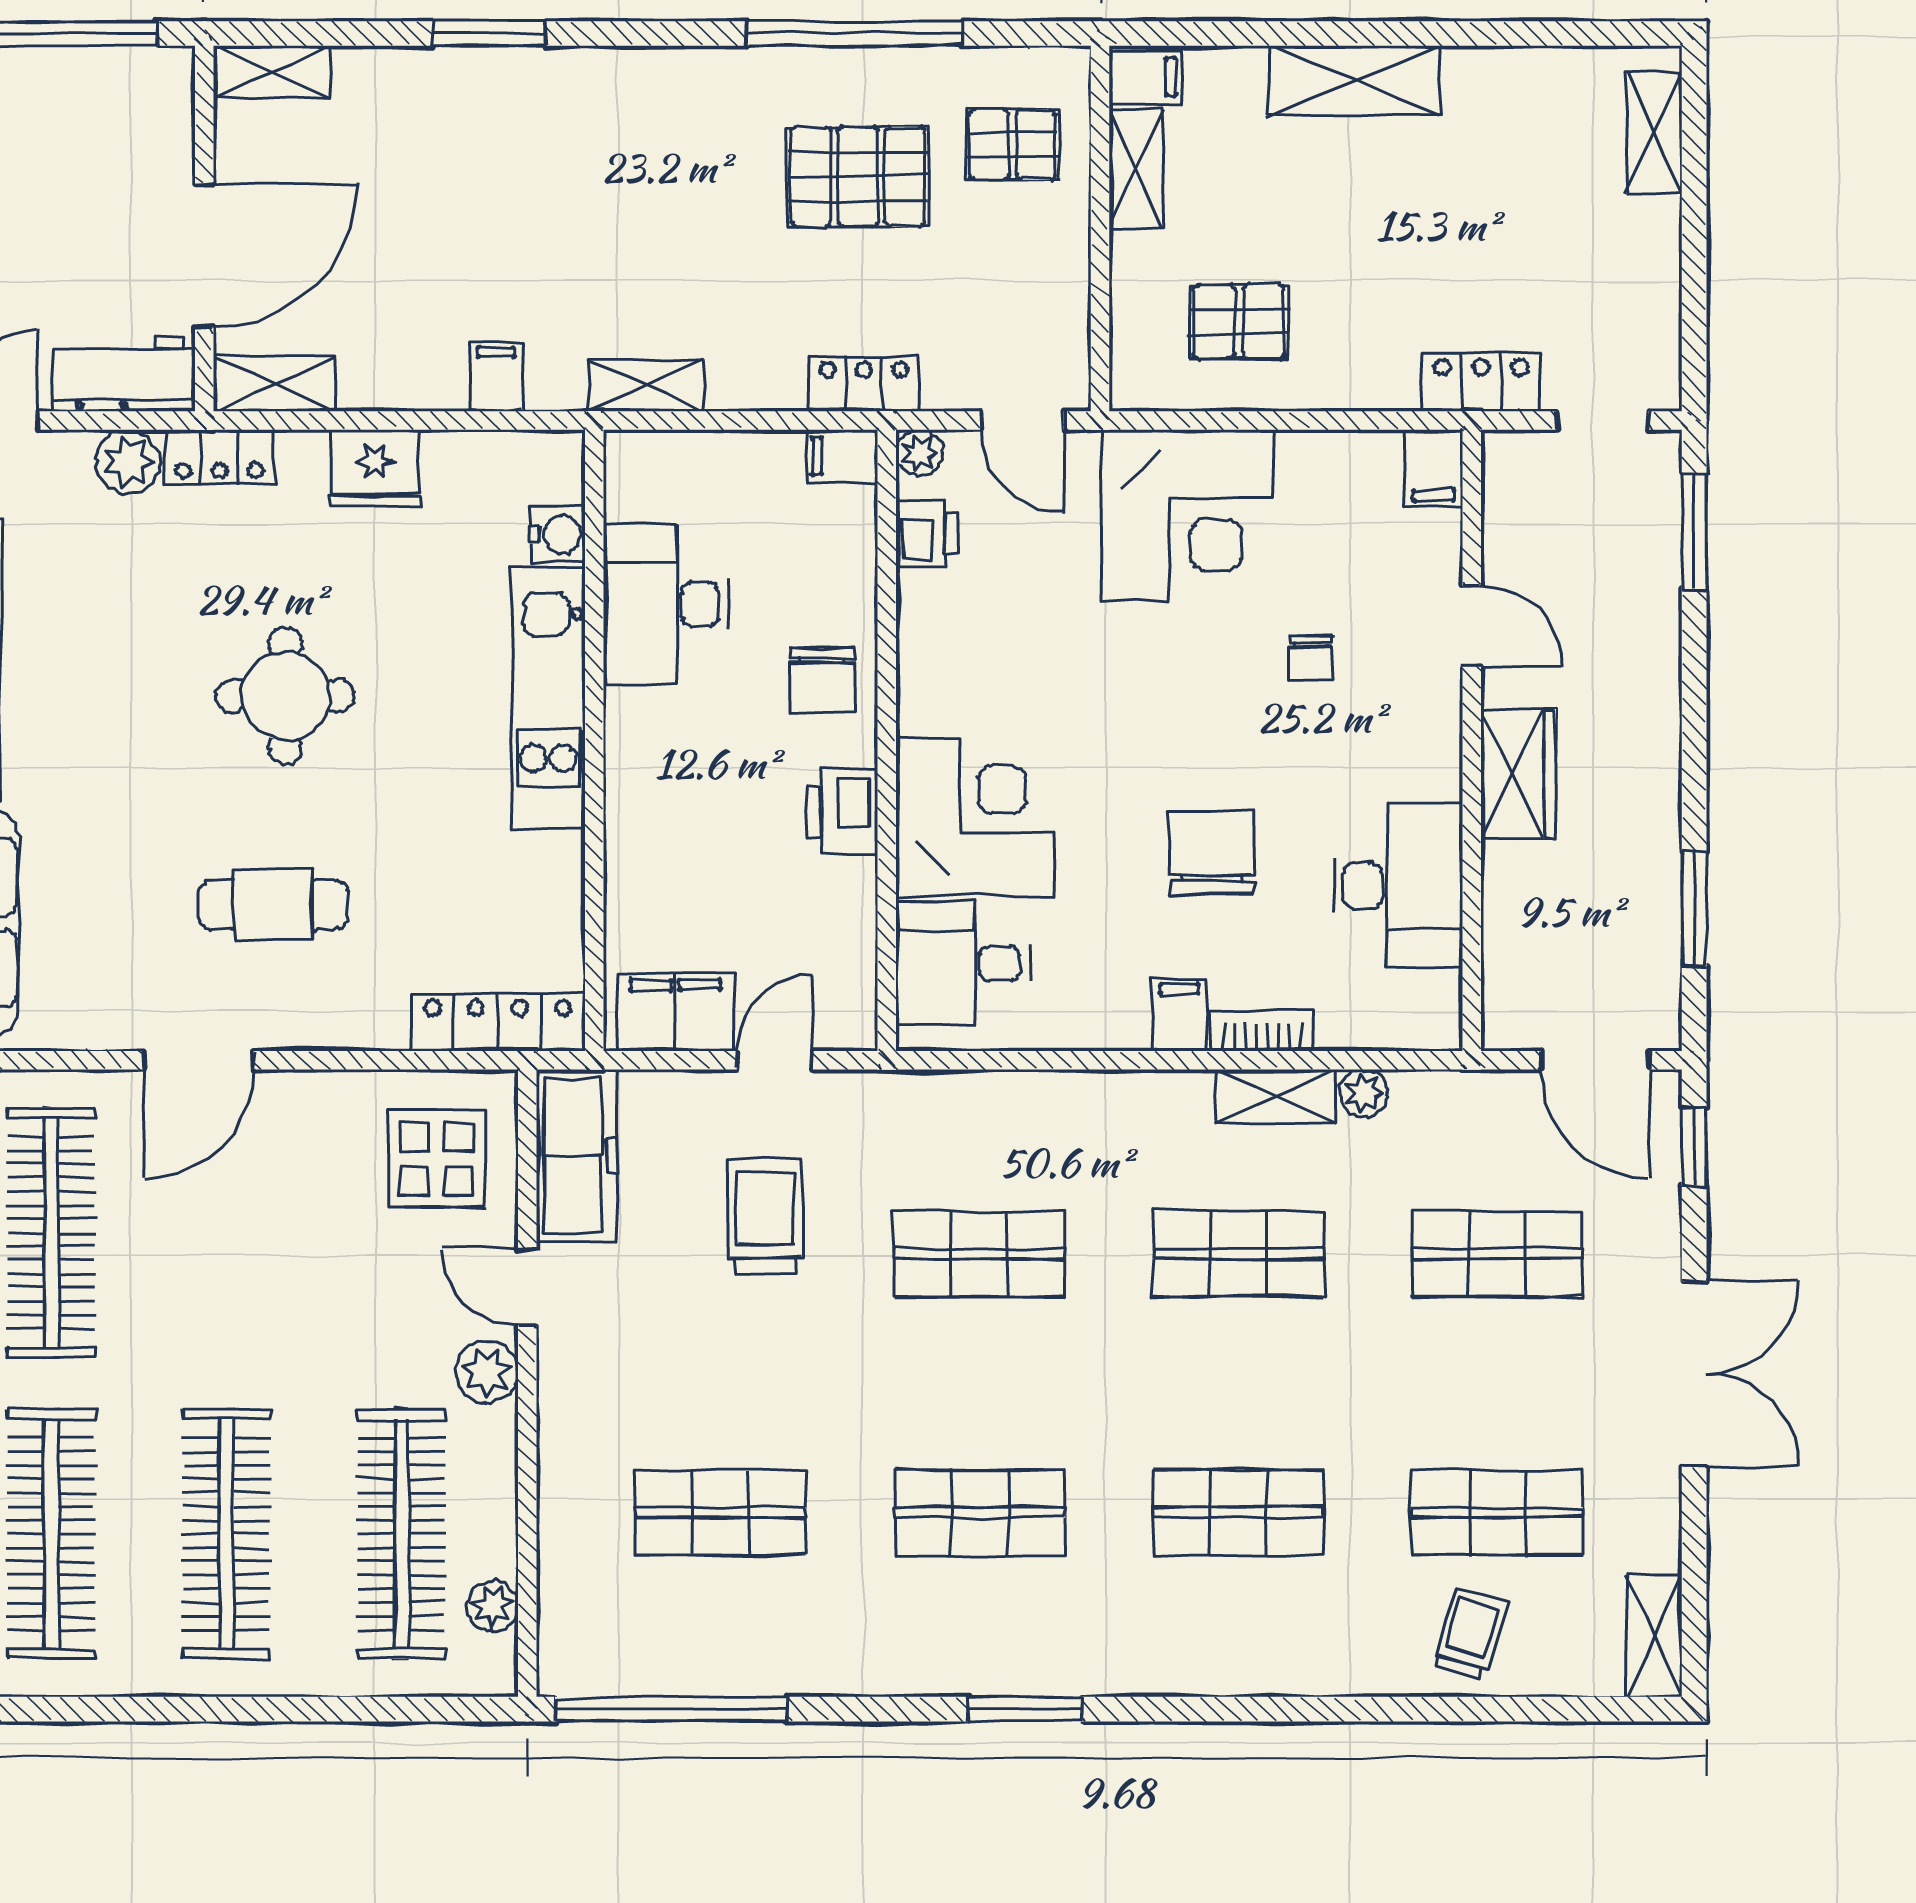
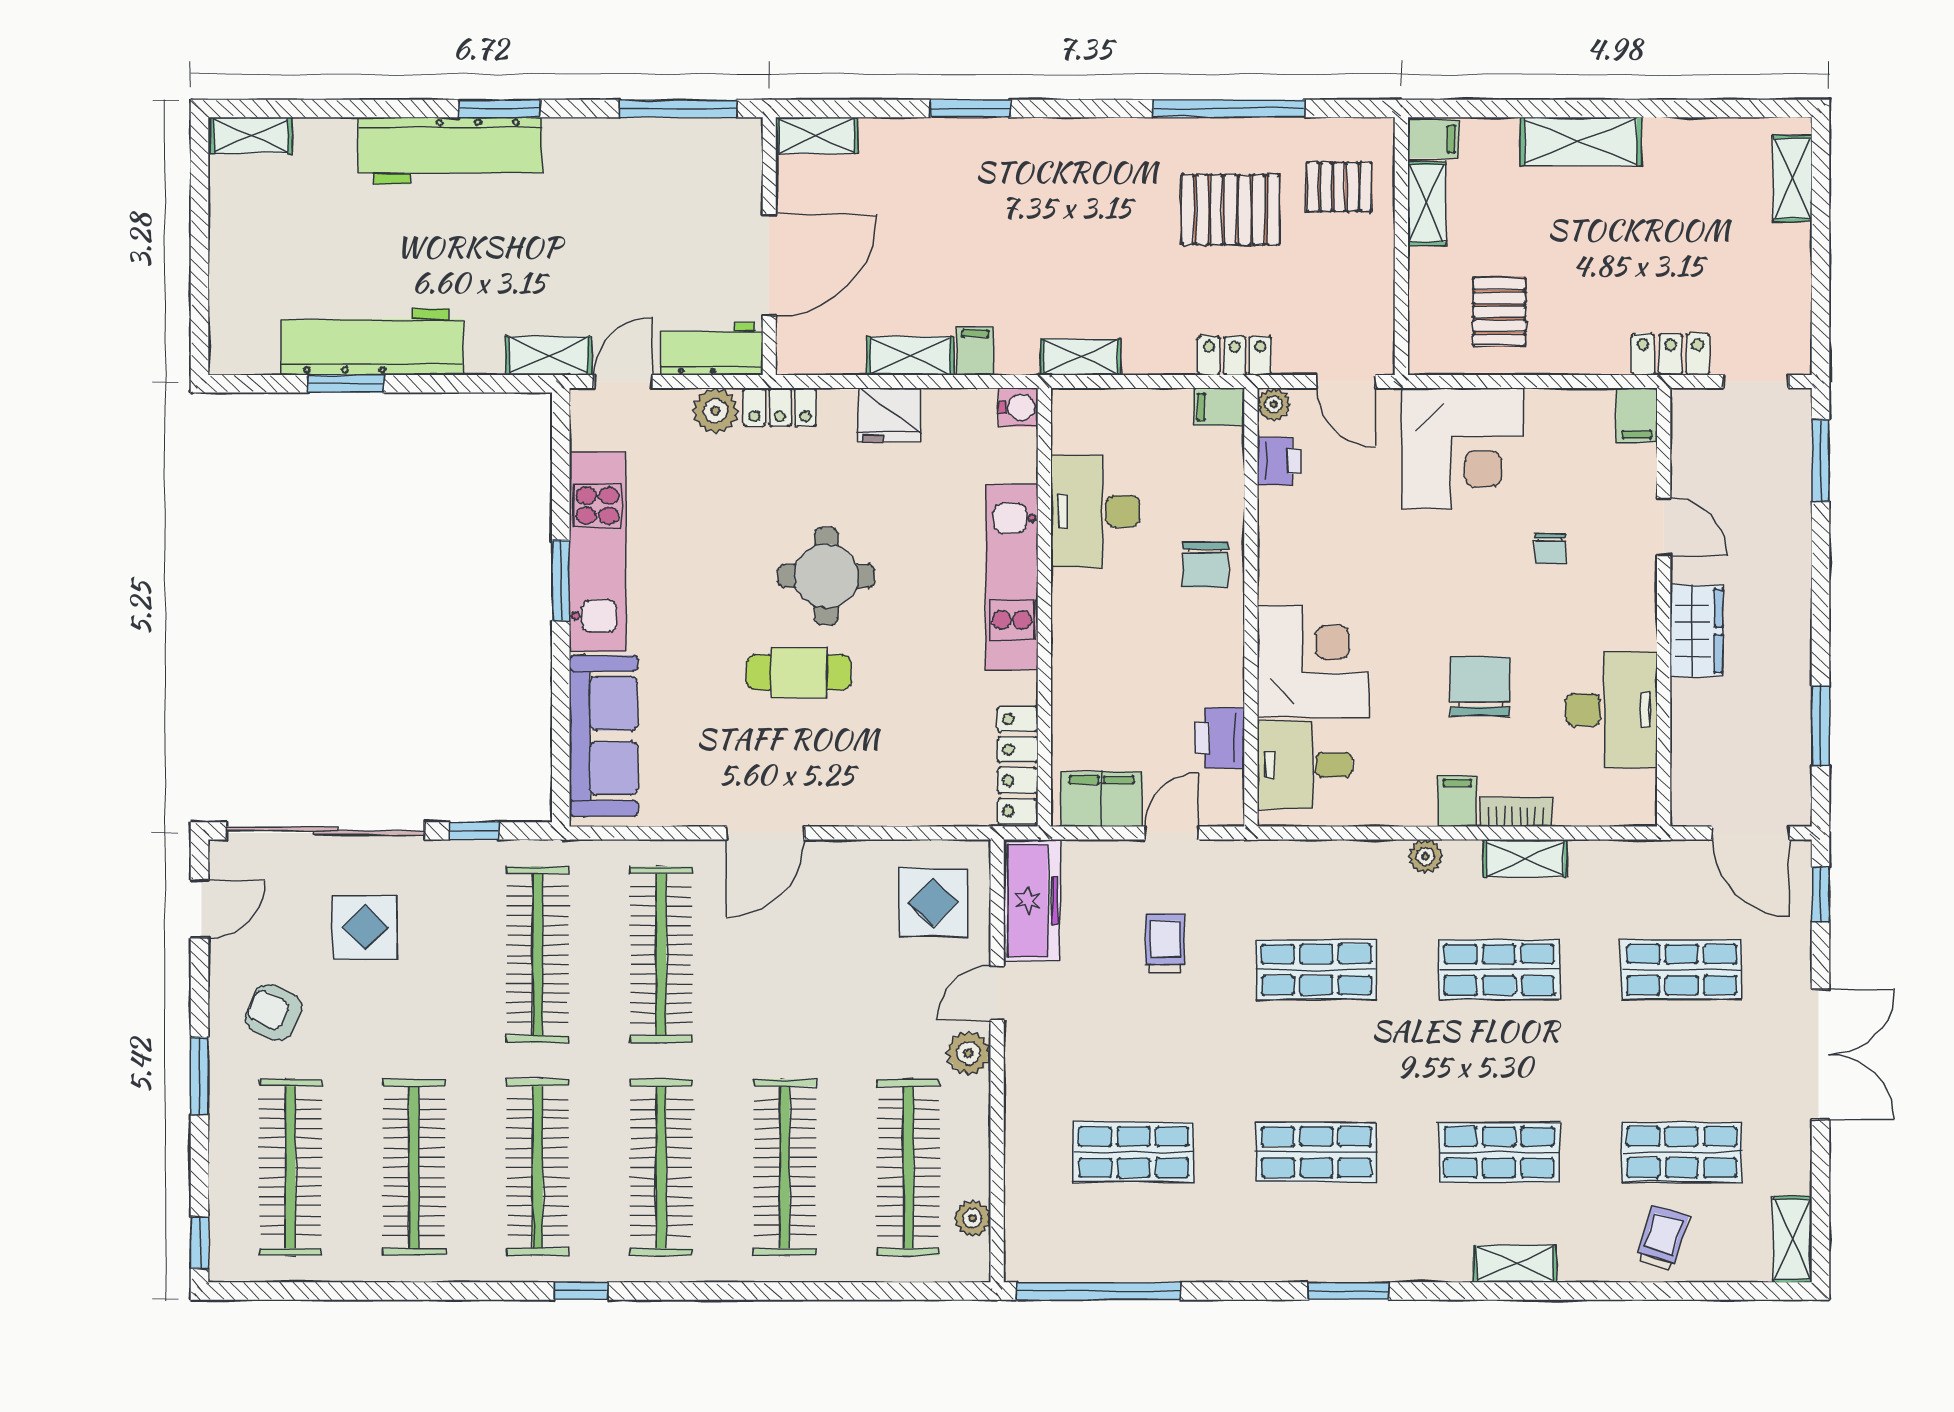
pallet: (1239, 321) -> (1499, 312), turned 90
shelving: (274, 384) -> (910, 356), moved
water cooler: (558, 534) -> (1019, 407), moved
printer: (842, 811) -> (1219, 738), moved
cafe table: (273, 905) -> (799, 672), moved
locker: (498, 1022) -> (1018, 765), moved, turned -90
plant: (1364, 1093) -> (1425, 856), moved
trolley: (765, 1216) -> (1165, 943), width x0.73, depth x0.72
door: (527, 1287) -> (997, 993), hinge flipped
shelving: (1261, 1671) -> (1515, 1264), added

